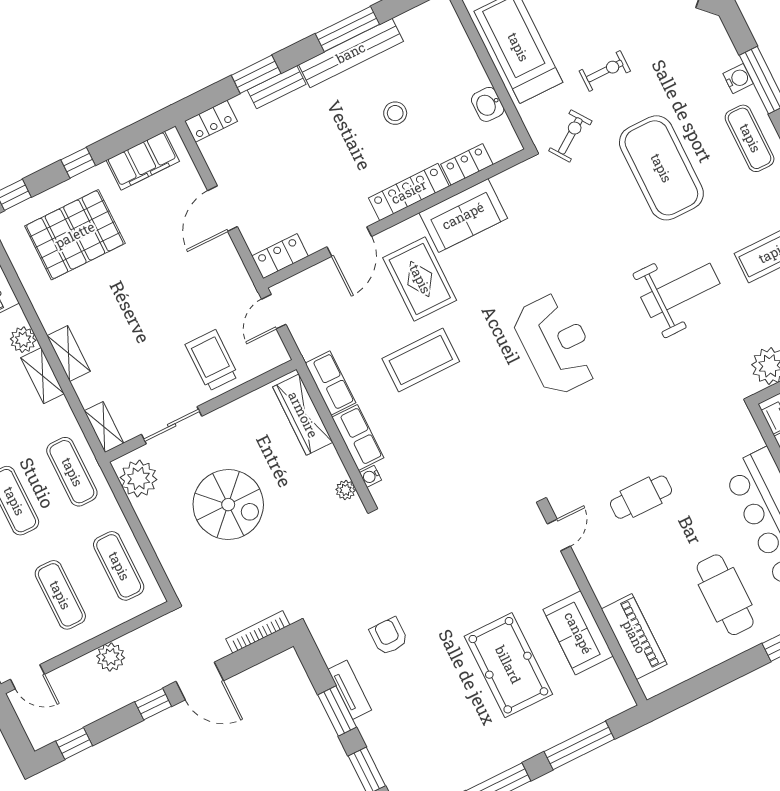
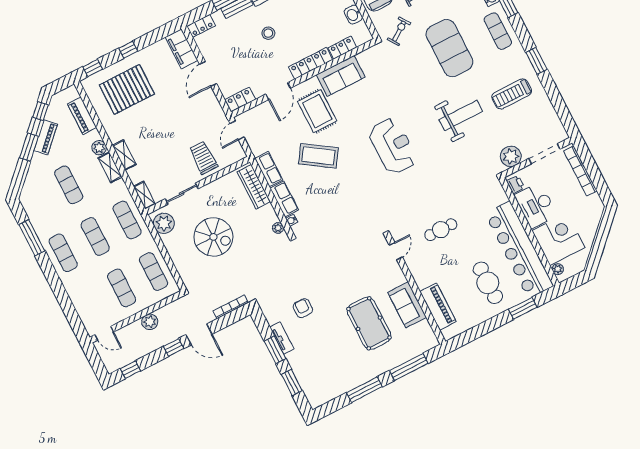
stool: (395, 113) -> (268, 33), moved
filing cabinet: (143, 161) -> (181, 49), moved, turned 90
coffee table: (421, 360) -> (318, 156), turned 34

